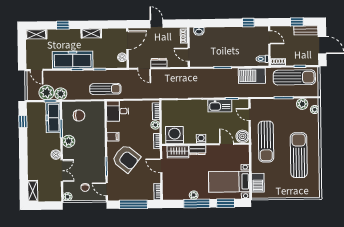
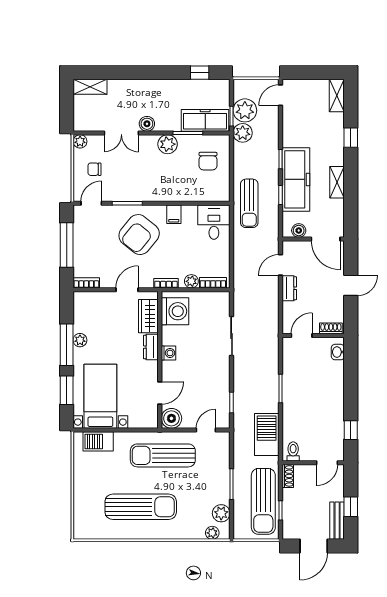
freezer: (73, 60) -> (296, 179), moved
kitchen sink: (220, 106) -> (220, 383), removed

